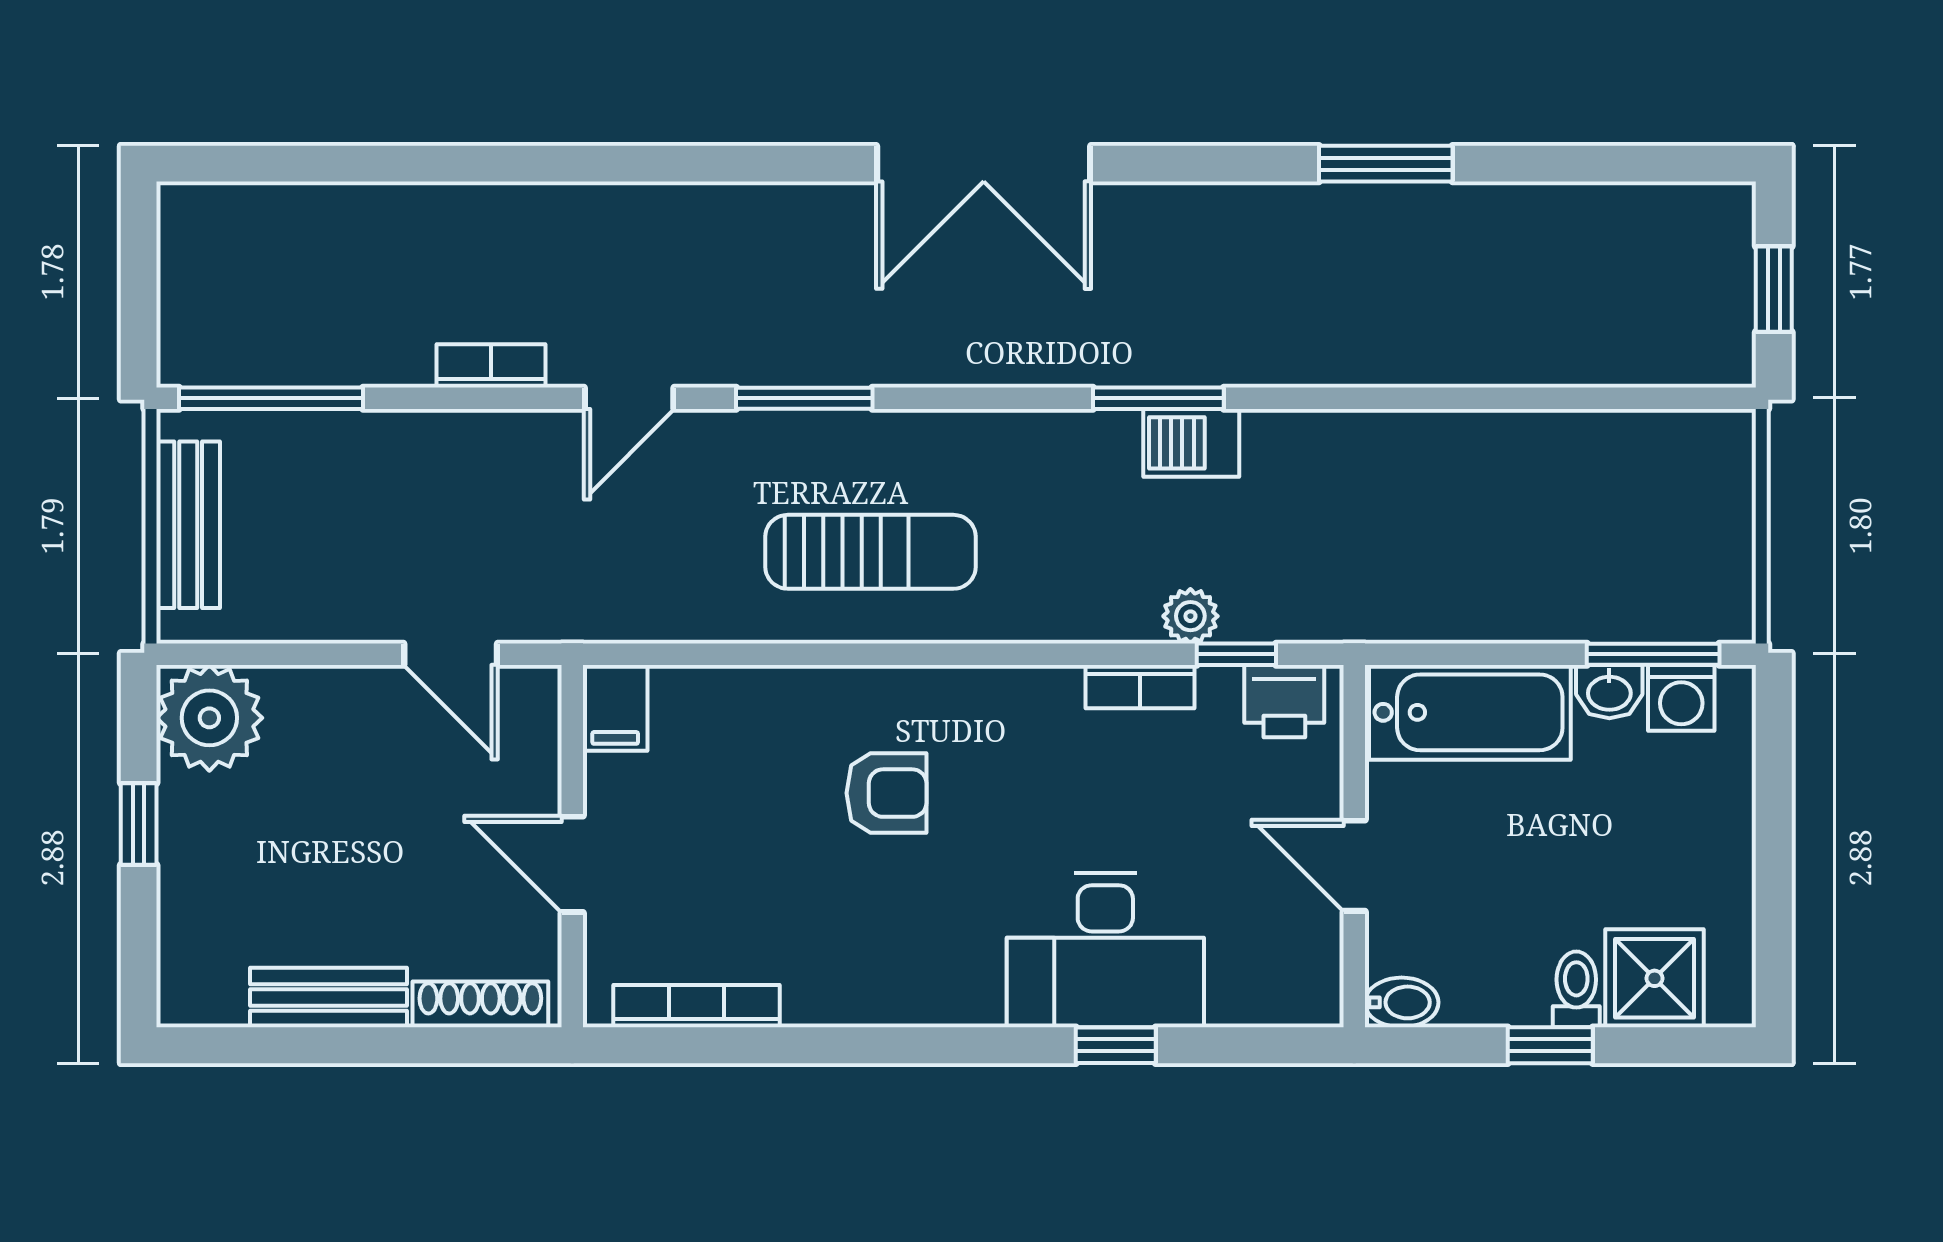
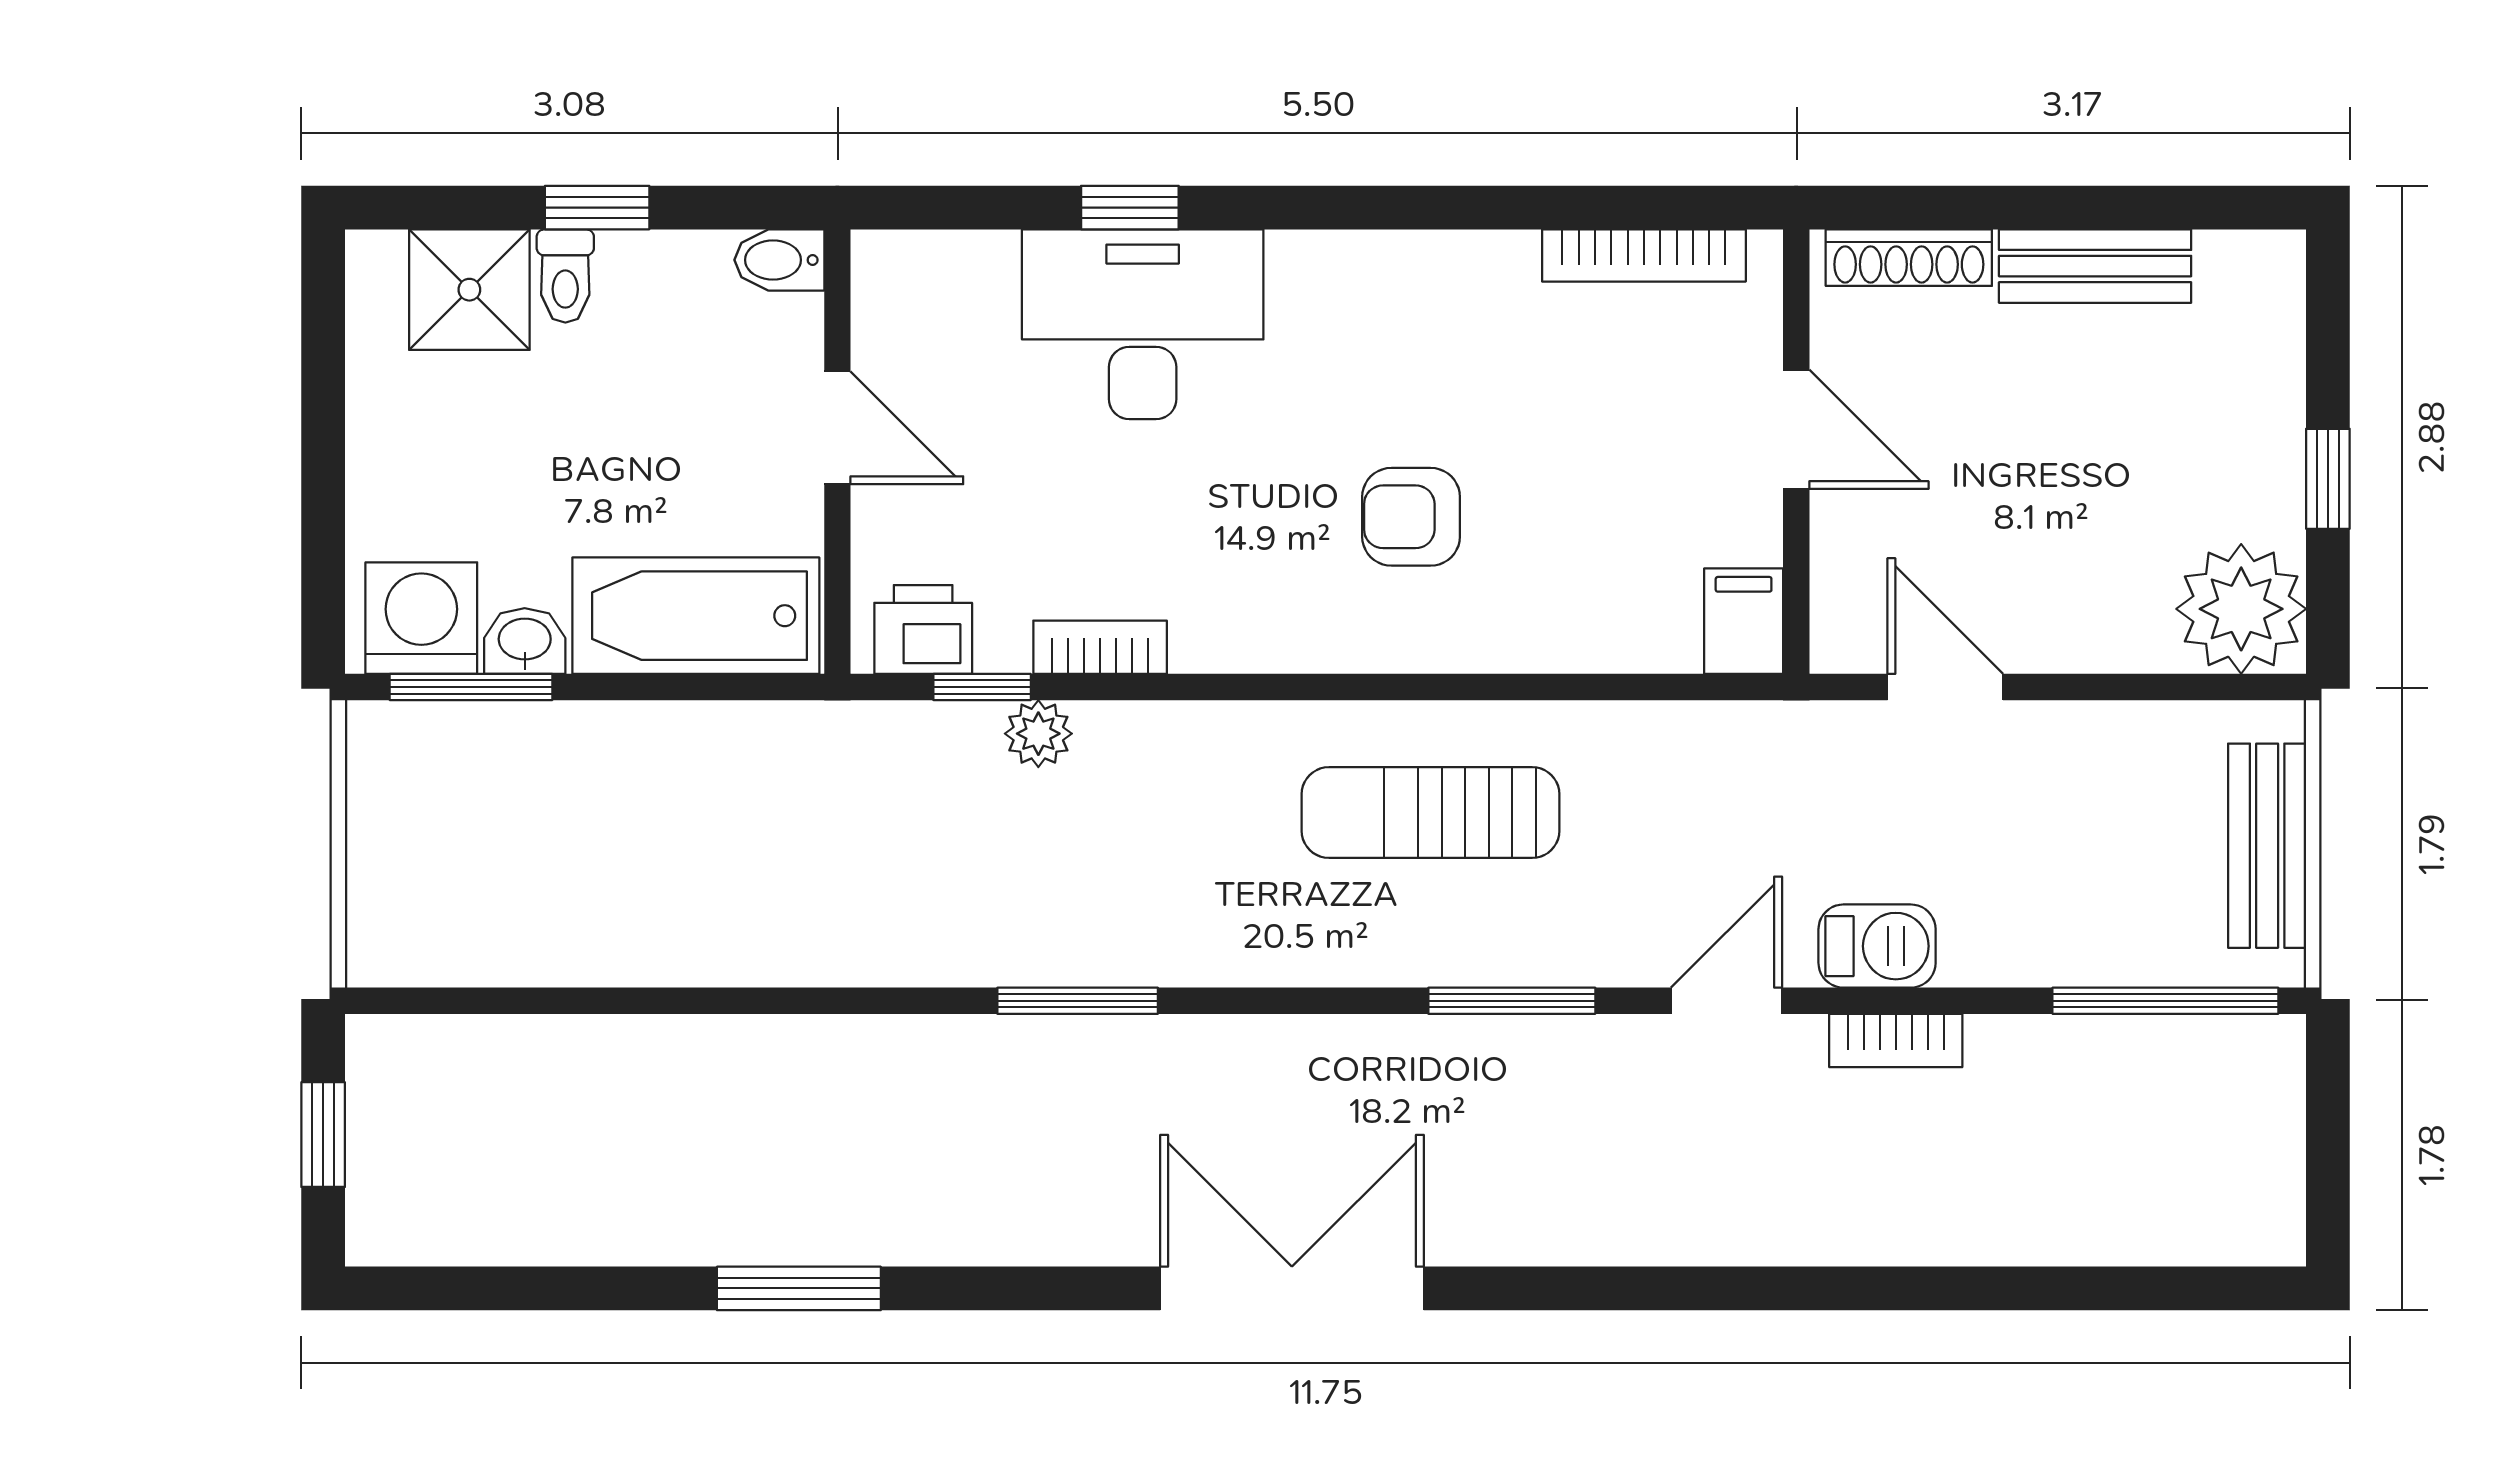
barbecue: (1191, 443) -> (1877, 946), moved
washing machine: (1681, 698) -> (421, 618), width x1.38, depth x1.38

